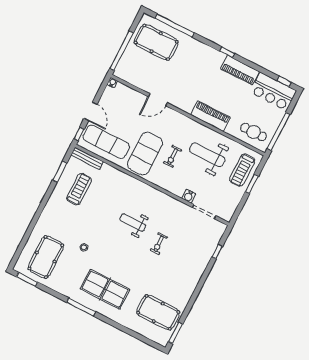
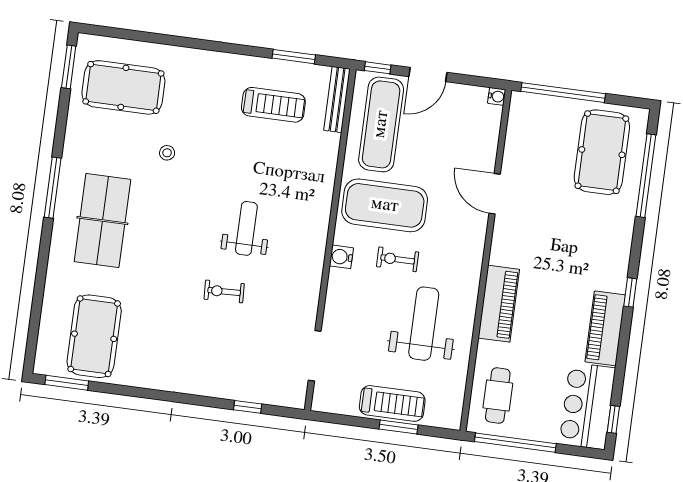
treadmill: (242, 170) -> (392, 403), moved, turned 180
water cooler: (189, 196) -> (341, 257), moved

